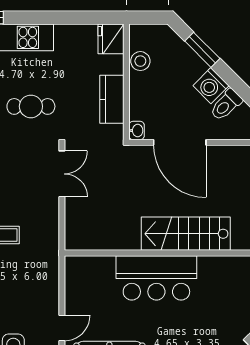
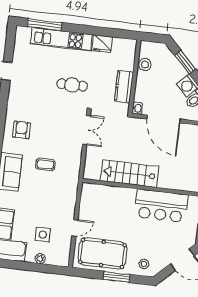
fridge: (111, 39) -> (102, 44), moved, turned -90
stairs: (186, 234) -> (130, 174), moved
bar counter: (156, 278) -> (161, 206), moved

